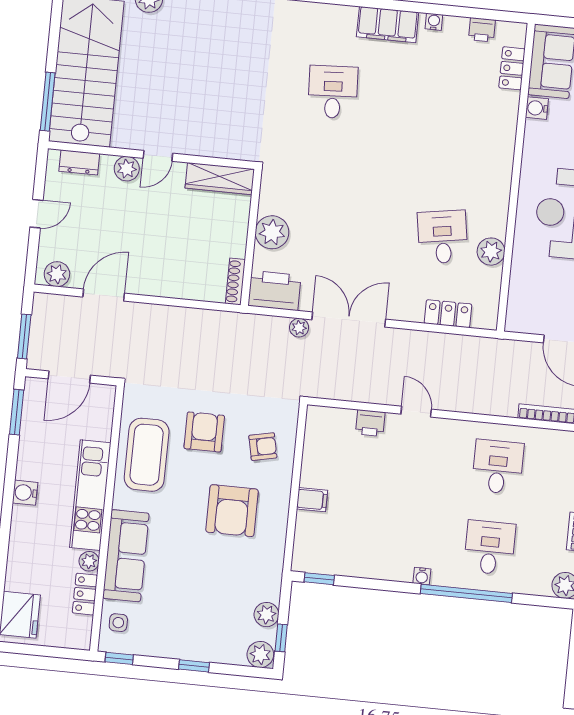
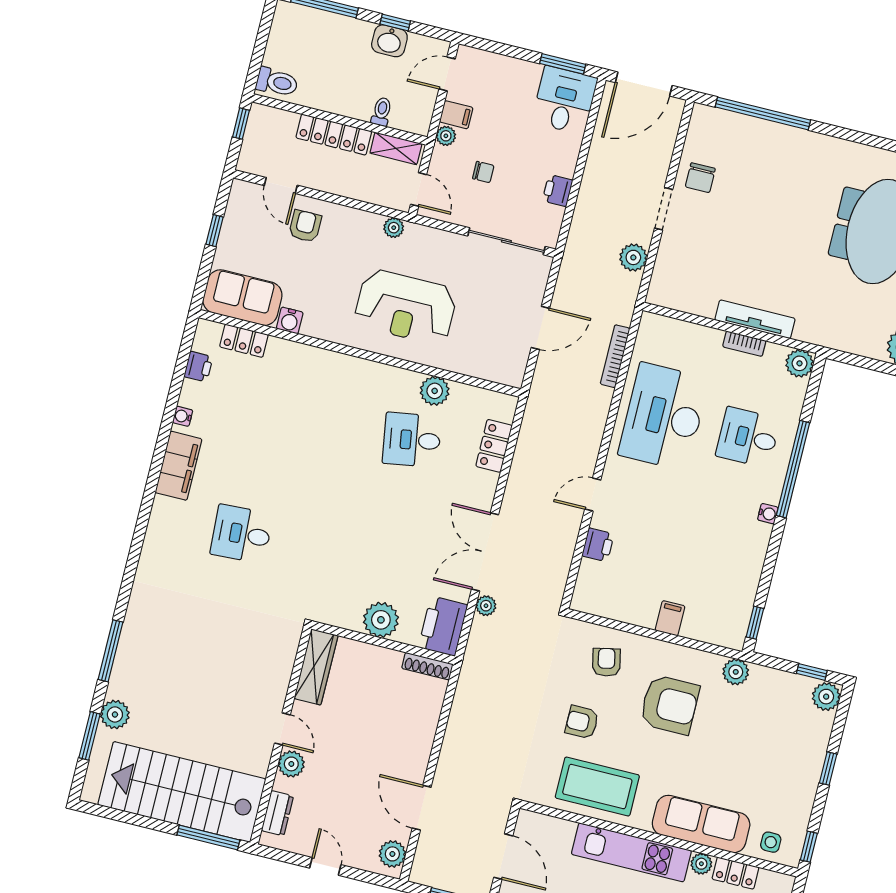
armchair: (204, 432) -> (582, 722), width x0.72, depth x0.72
desk: (498, 467) -> (664, 417), width x1.87, depth x1.30
plant: (266, 615) -> (736, 672), moved

